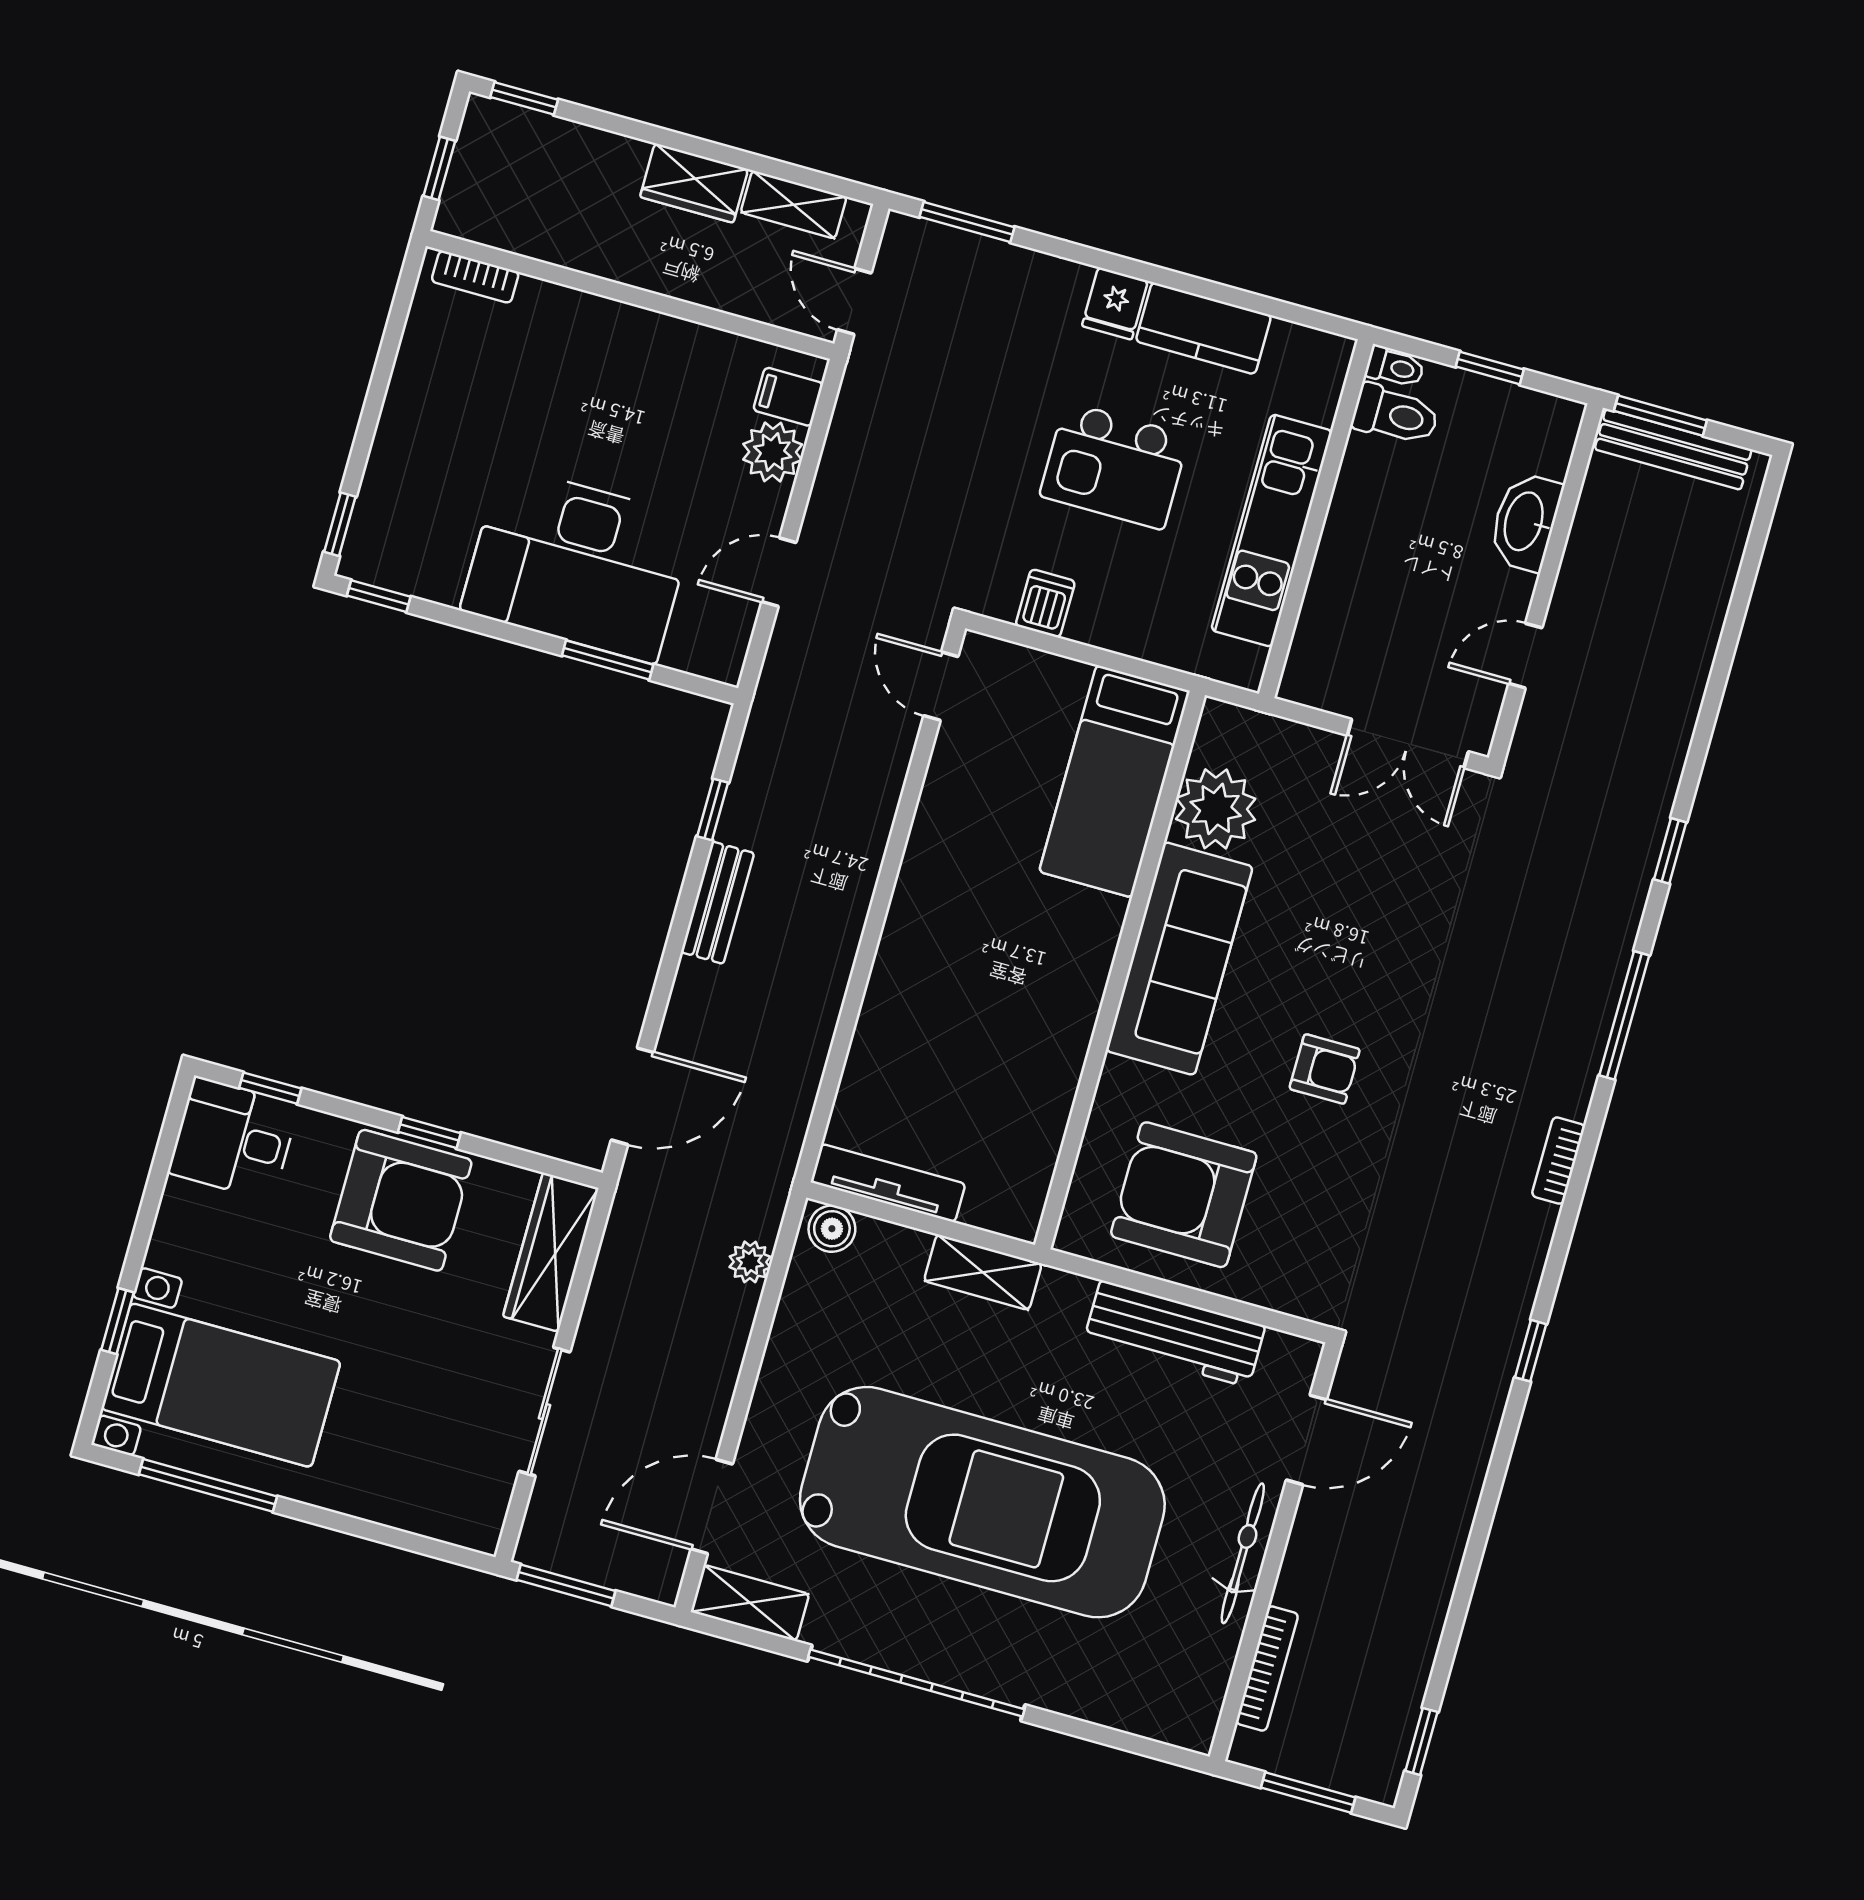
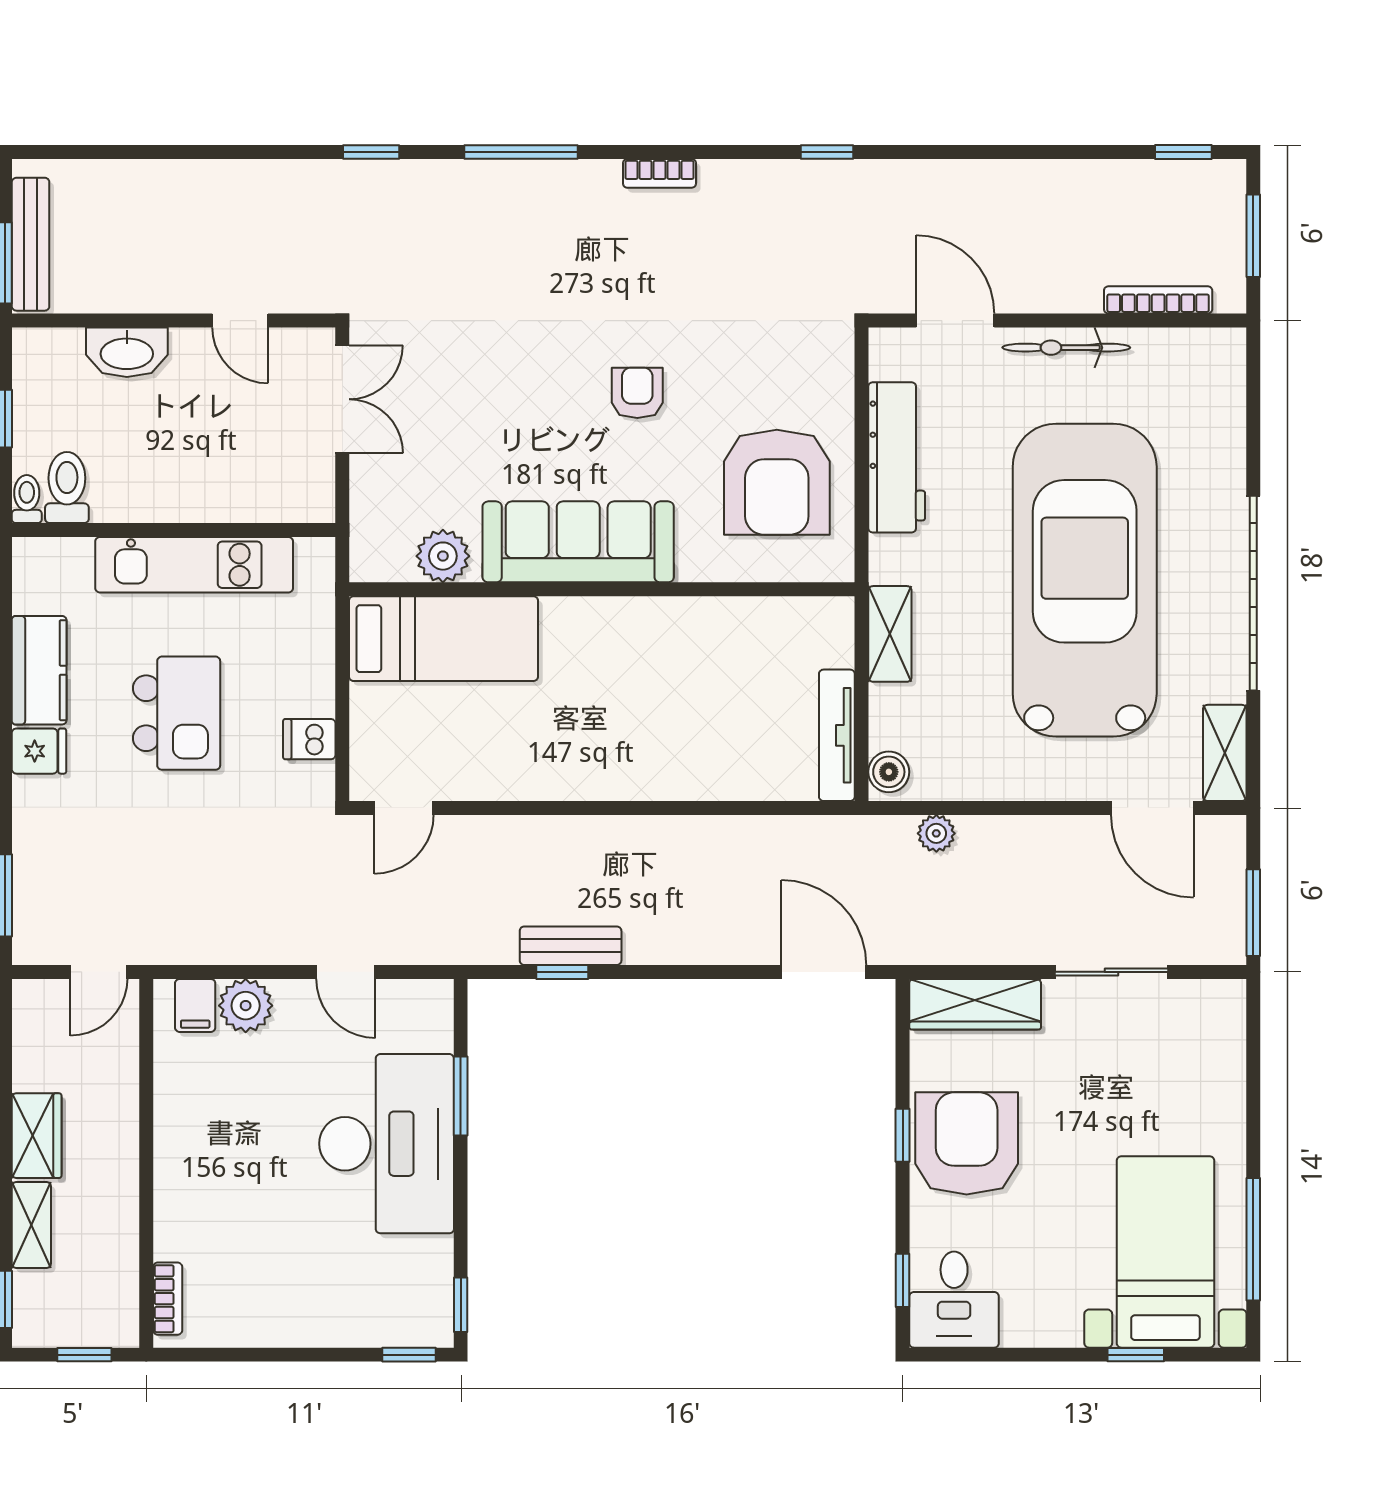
shelving: (794, 205) -> (31, 1225), moved
plant: (1216, 809) -> (443, 556), width x0.73, depth x0.73
bench: (718, 903) -> (571, 946), moved

